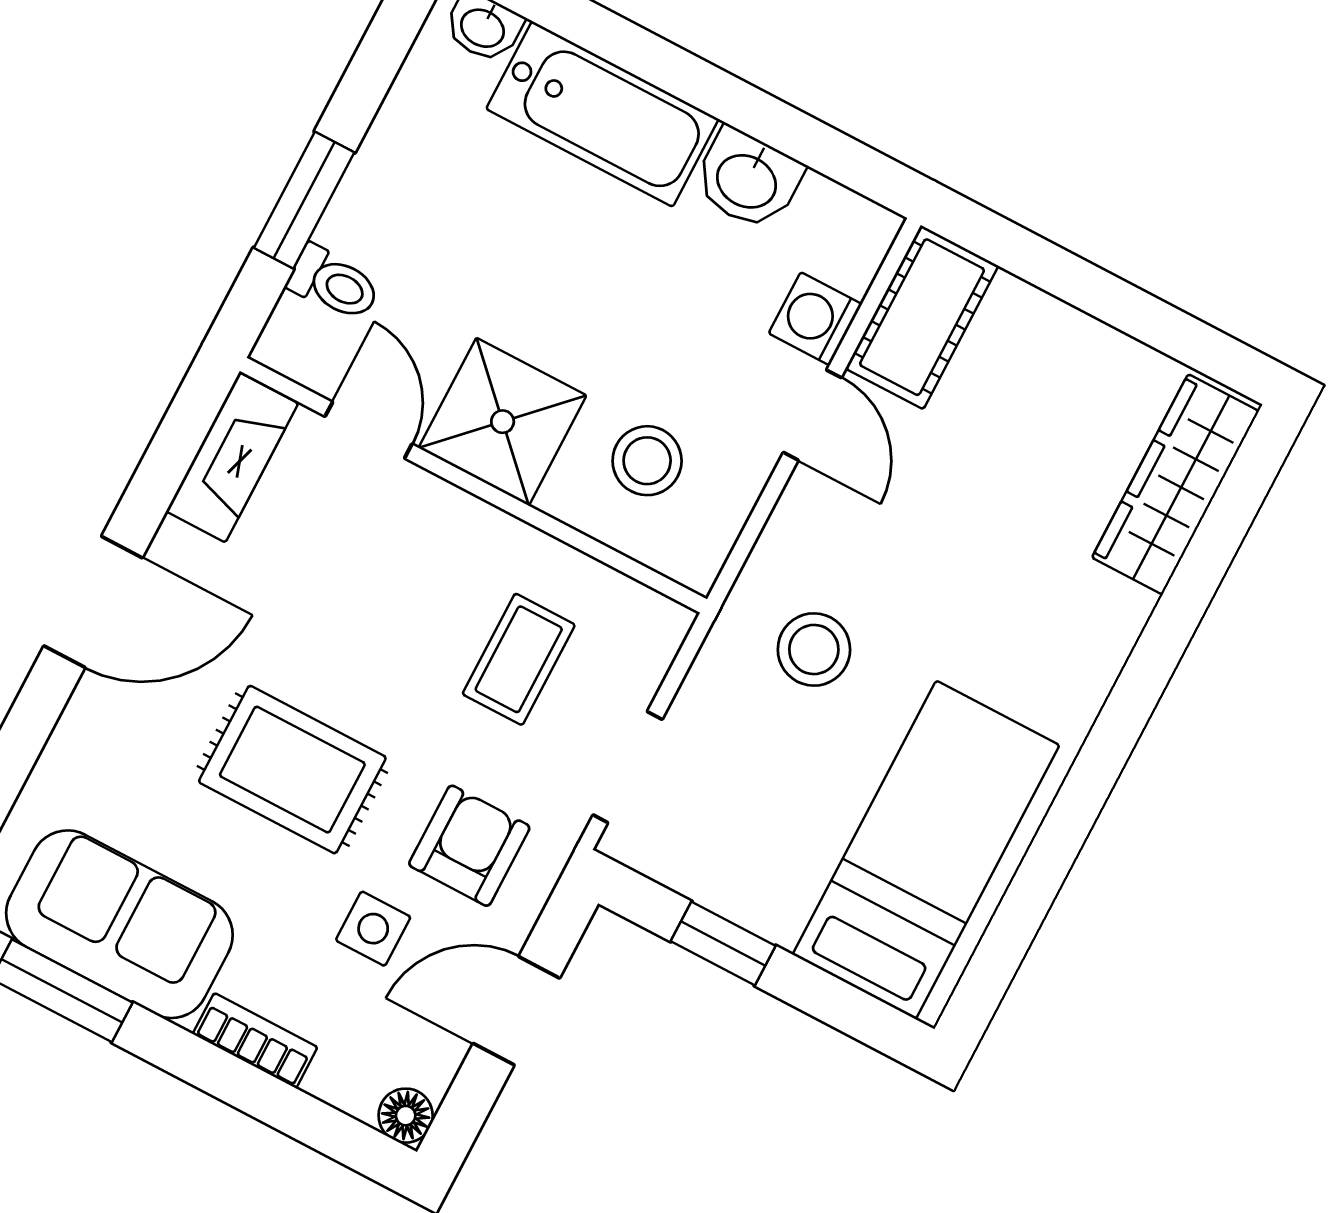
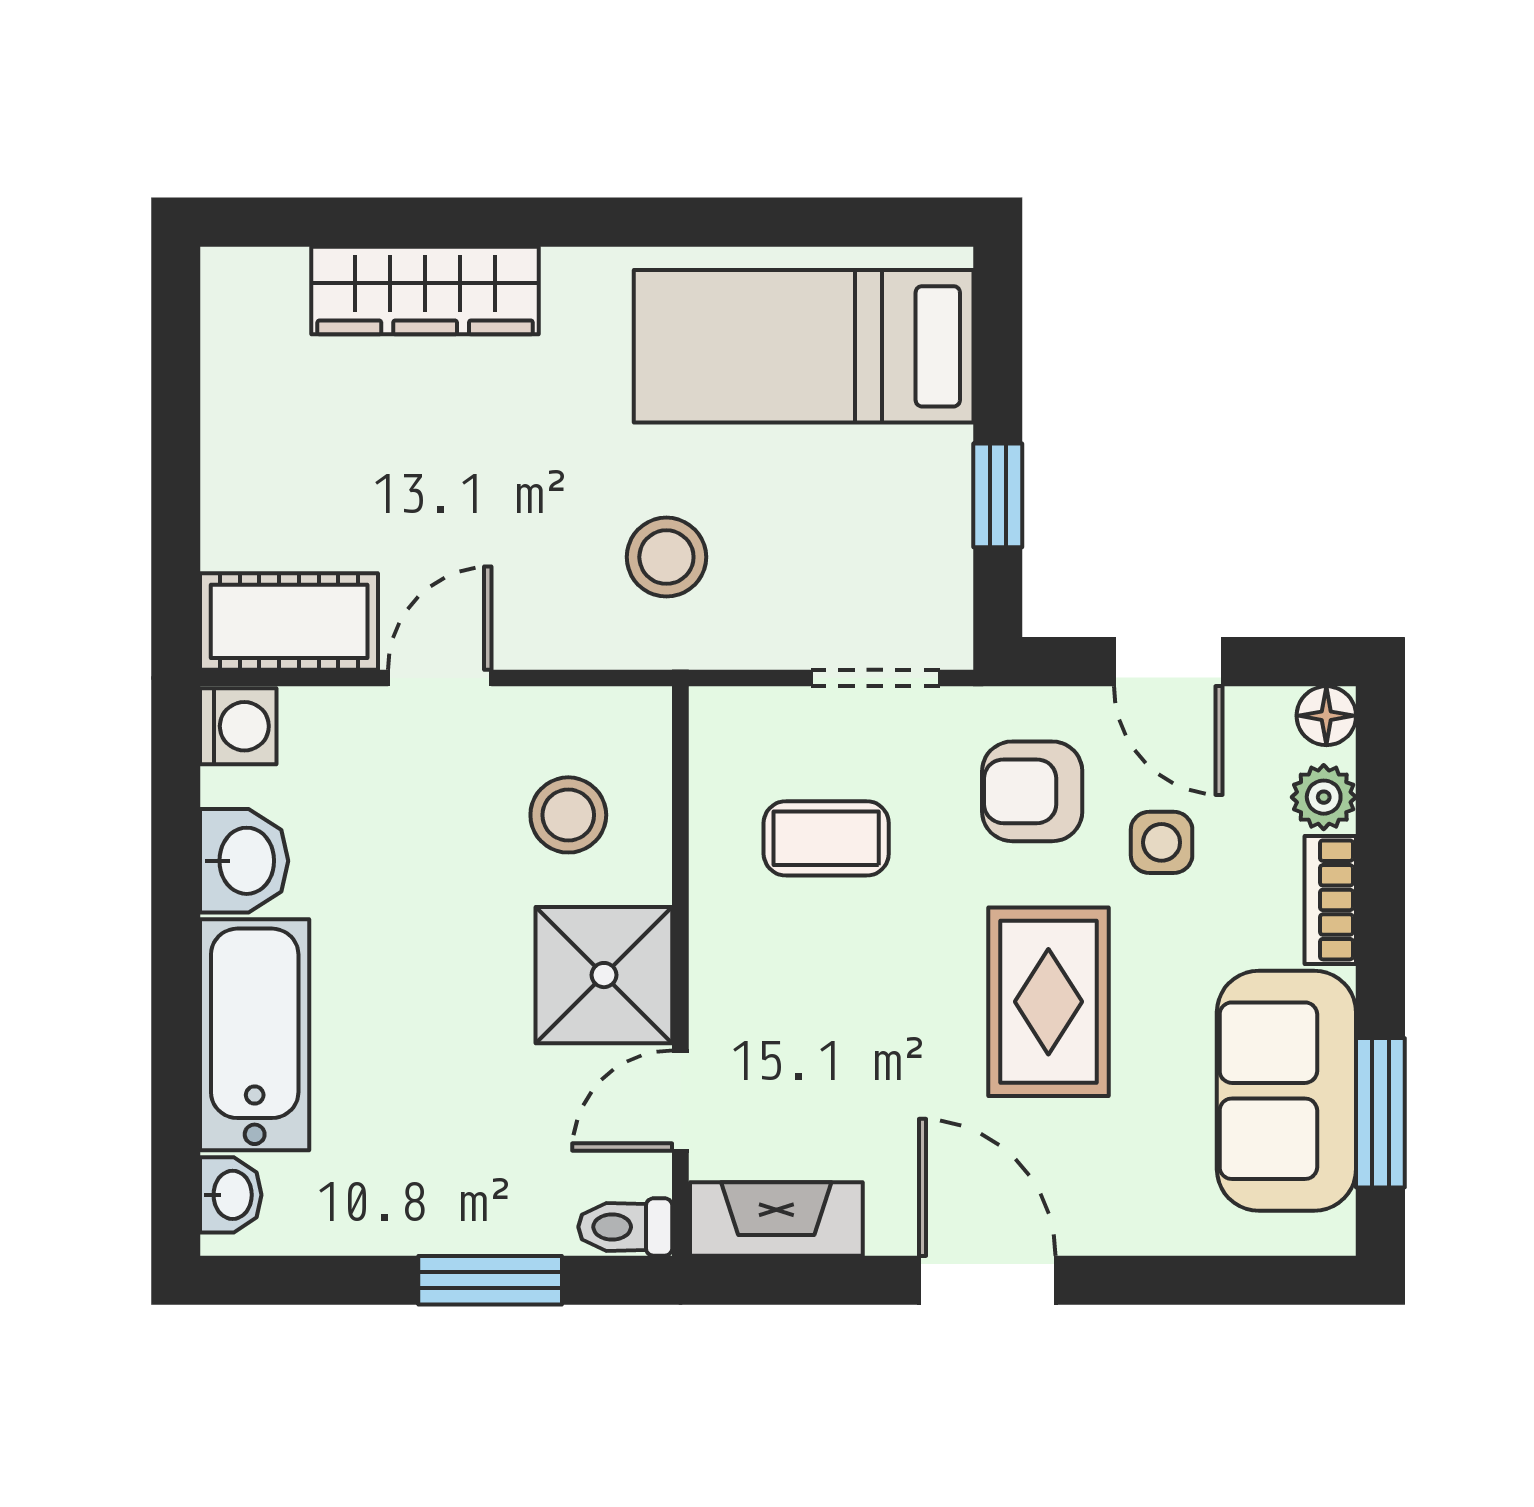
toilet: (334, 284) -> (625, 1227), moved, turned -90
washing machine: (815, 319) -> (238, 726), moved, turned -90
wardrobe: (1175, 484) -> (425, 290), moved
plant: (341, 1079) -> (1324, 797), added

